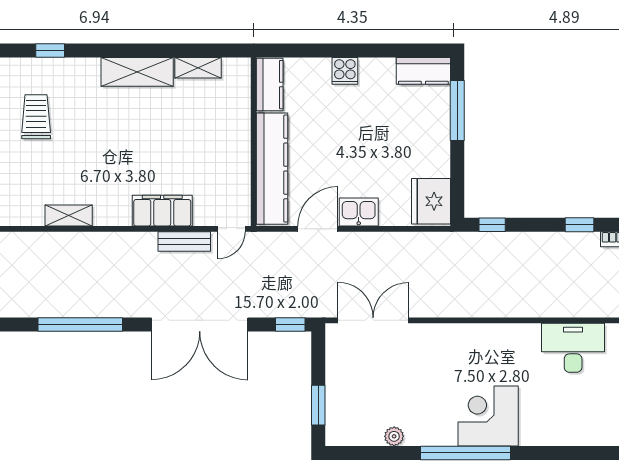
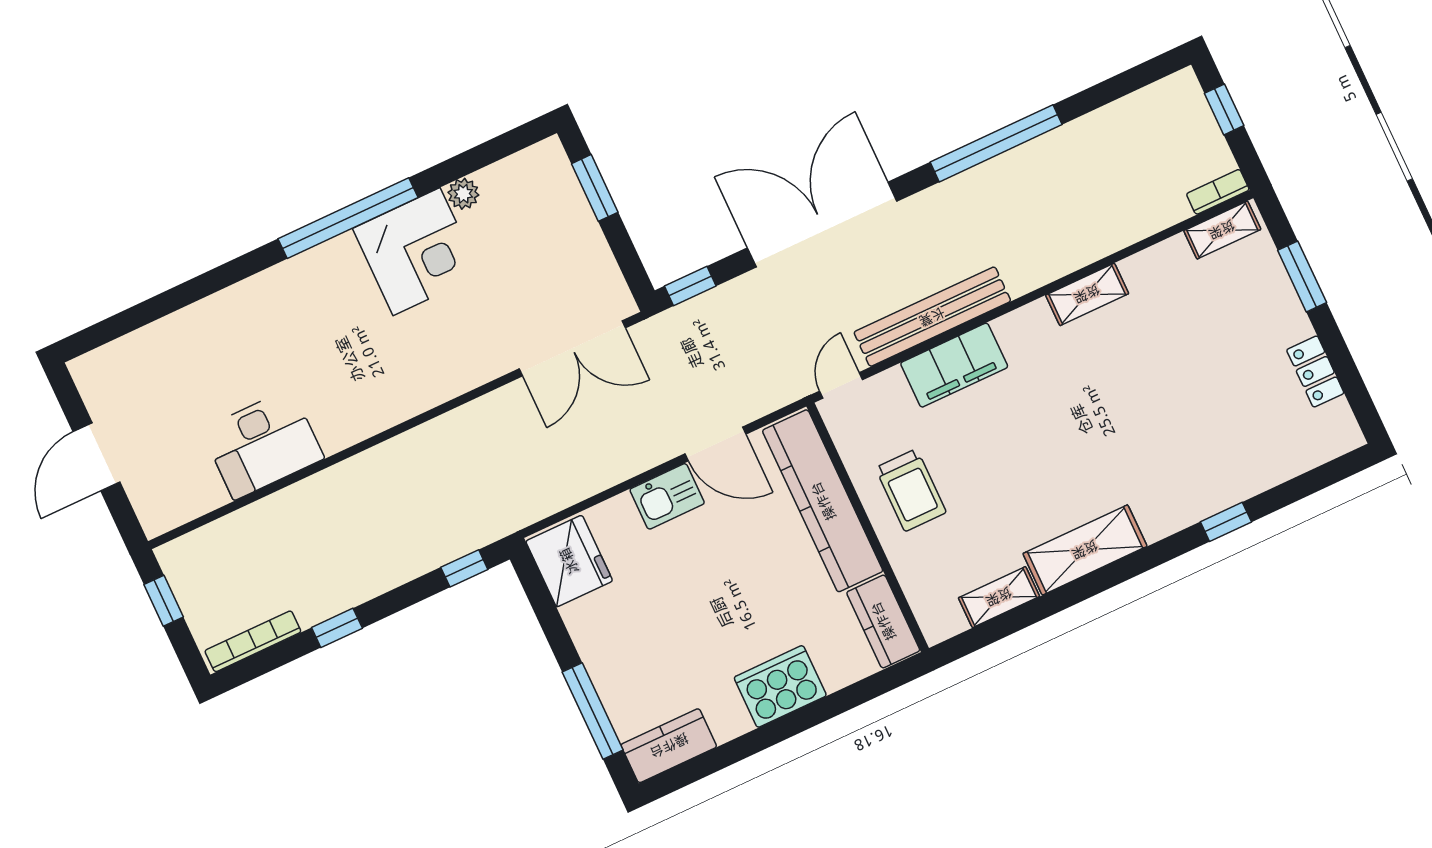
cooker: (345, 71) -> (780, 686), width x1.87, depth x1.31
trolley: (36, 117) -> (911, 490), moved
door: (318, 229) -> (715, 444), hinge flipped
bench: (184, 242) -> (932, 317), width x1.86, depth x1.21
corner desk: (488, 416) -> (417, 252), moved

